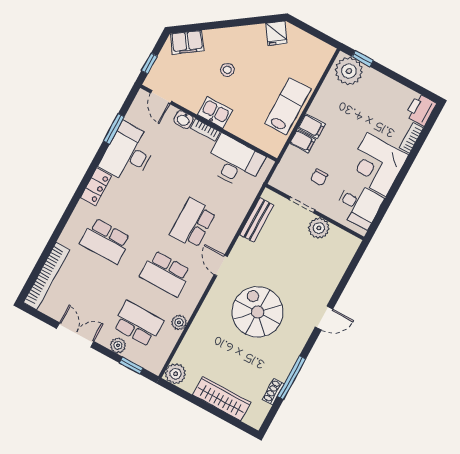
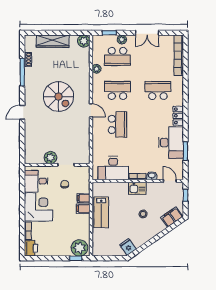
bench: (257, 220) -> (85, 144), removed

